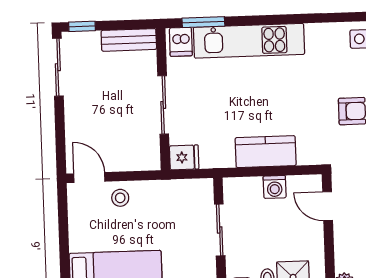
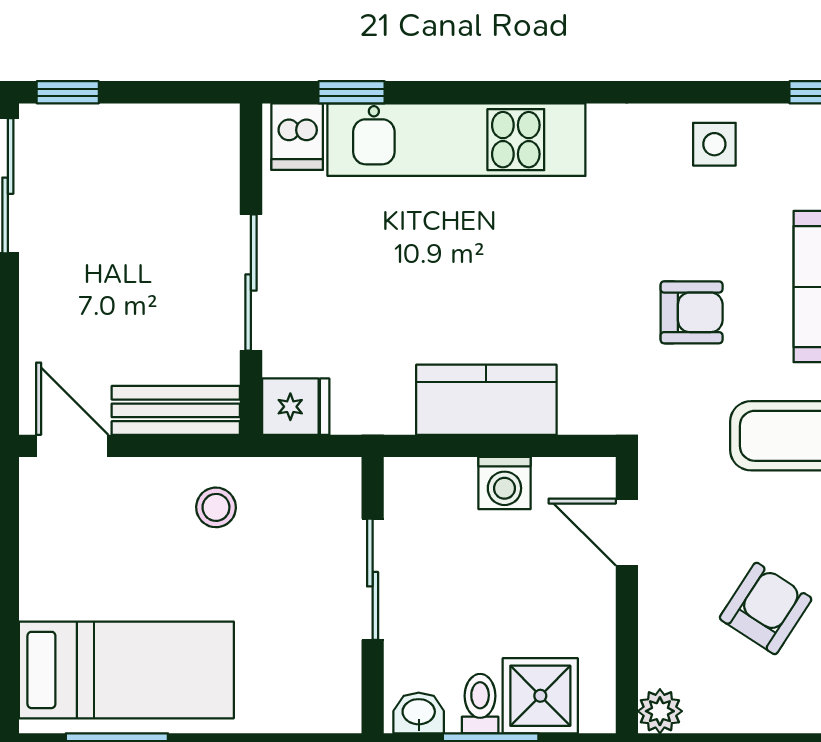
window: (203, 22) -> (352, 92), width x0.67
bench: (129, 40) -> (176, 410), moved
stool: (120, 198) -> (216, 507), moved

